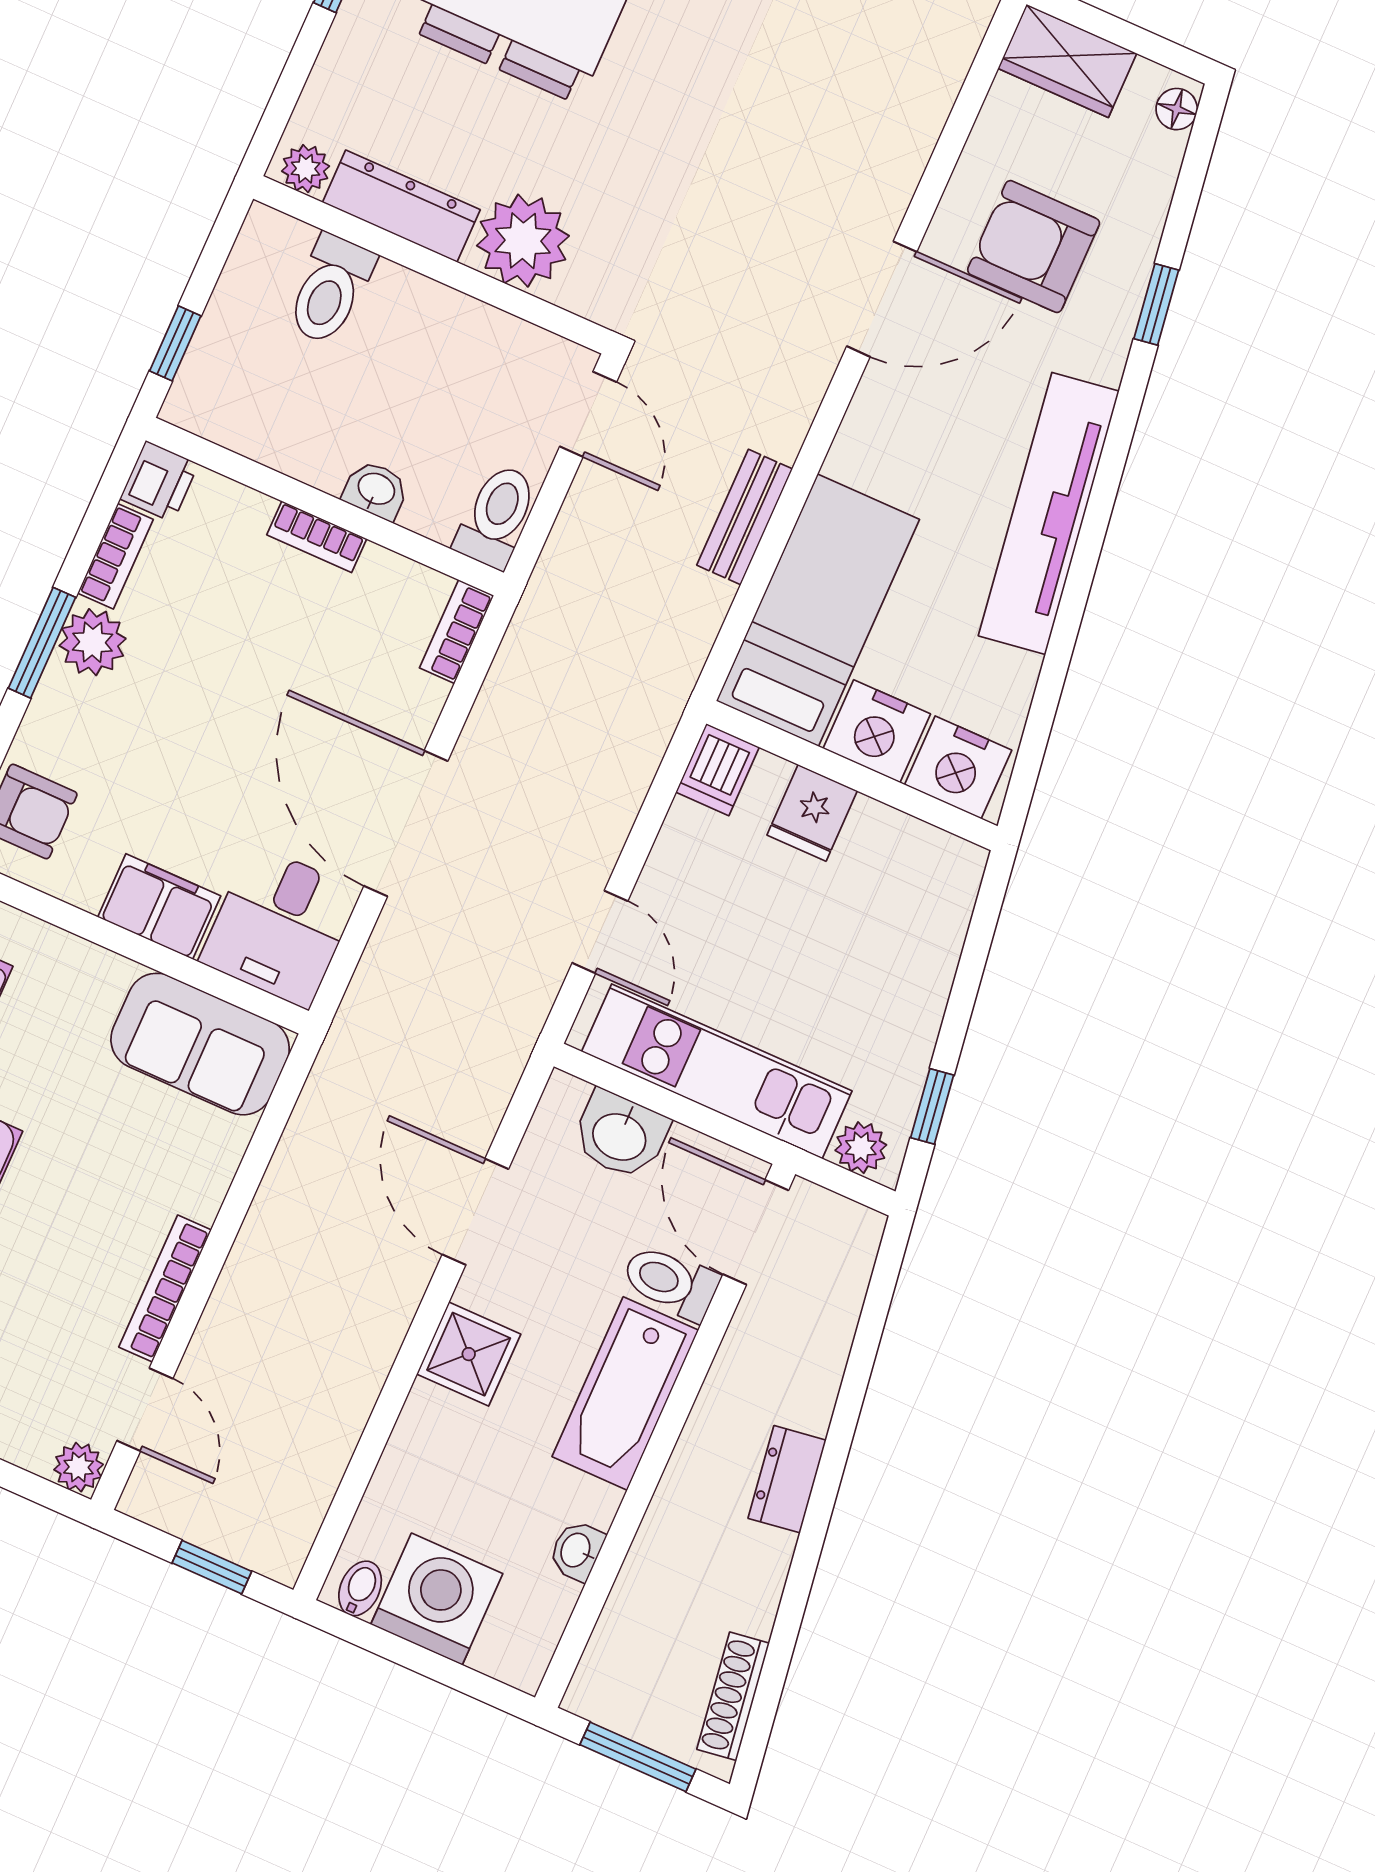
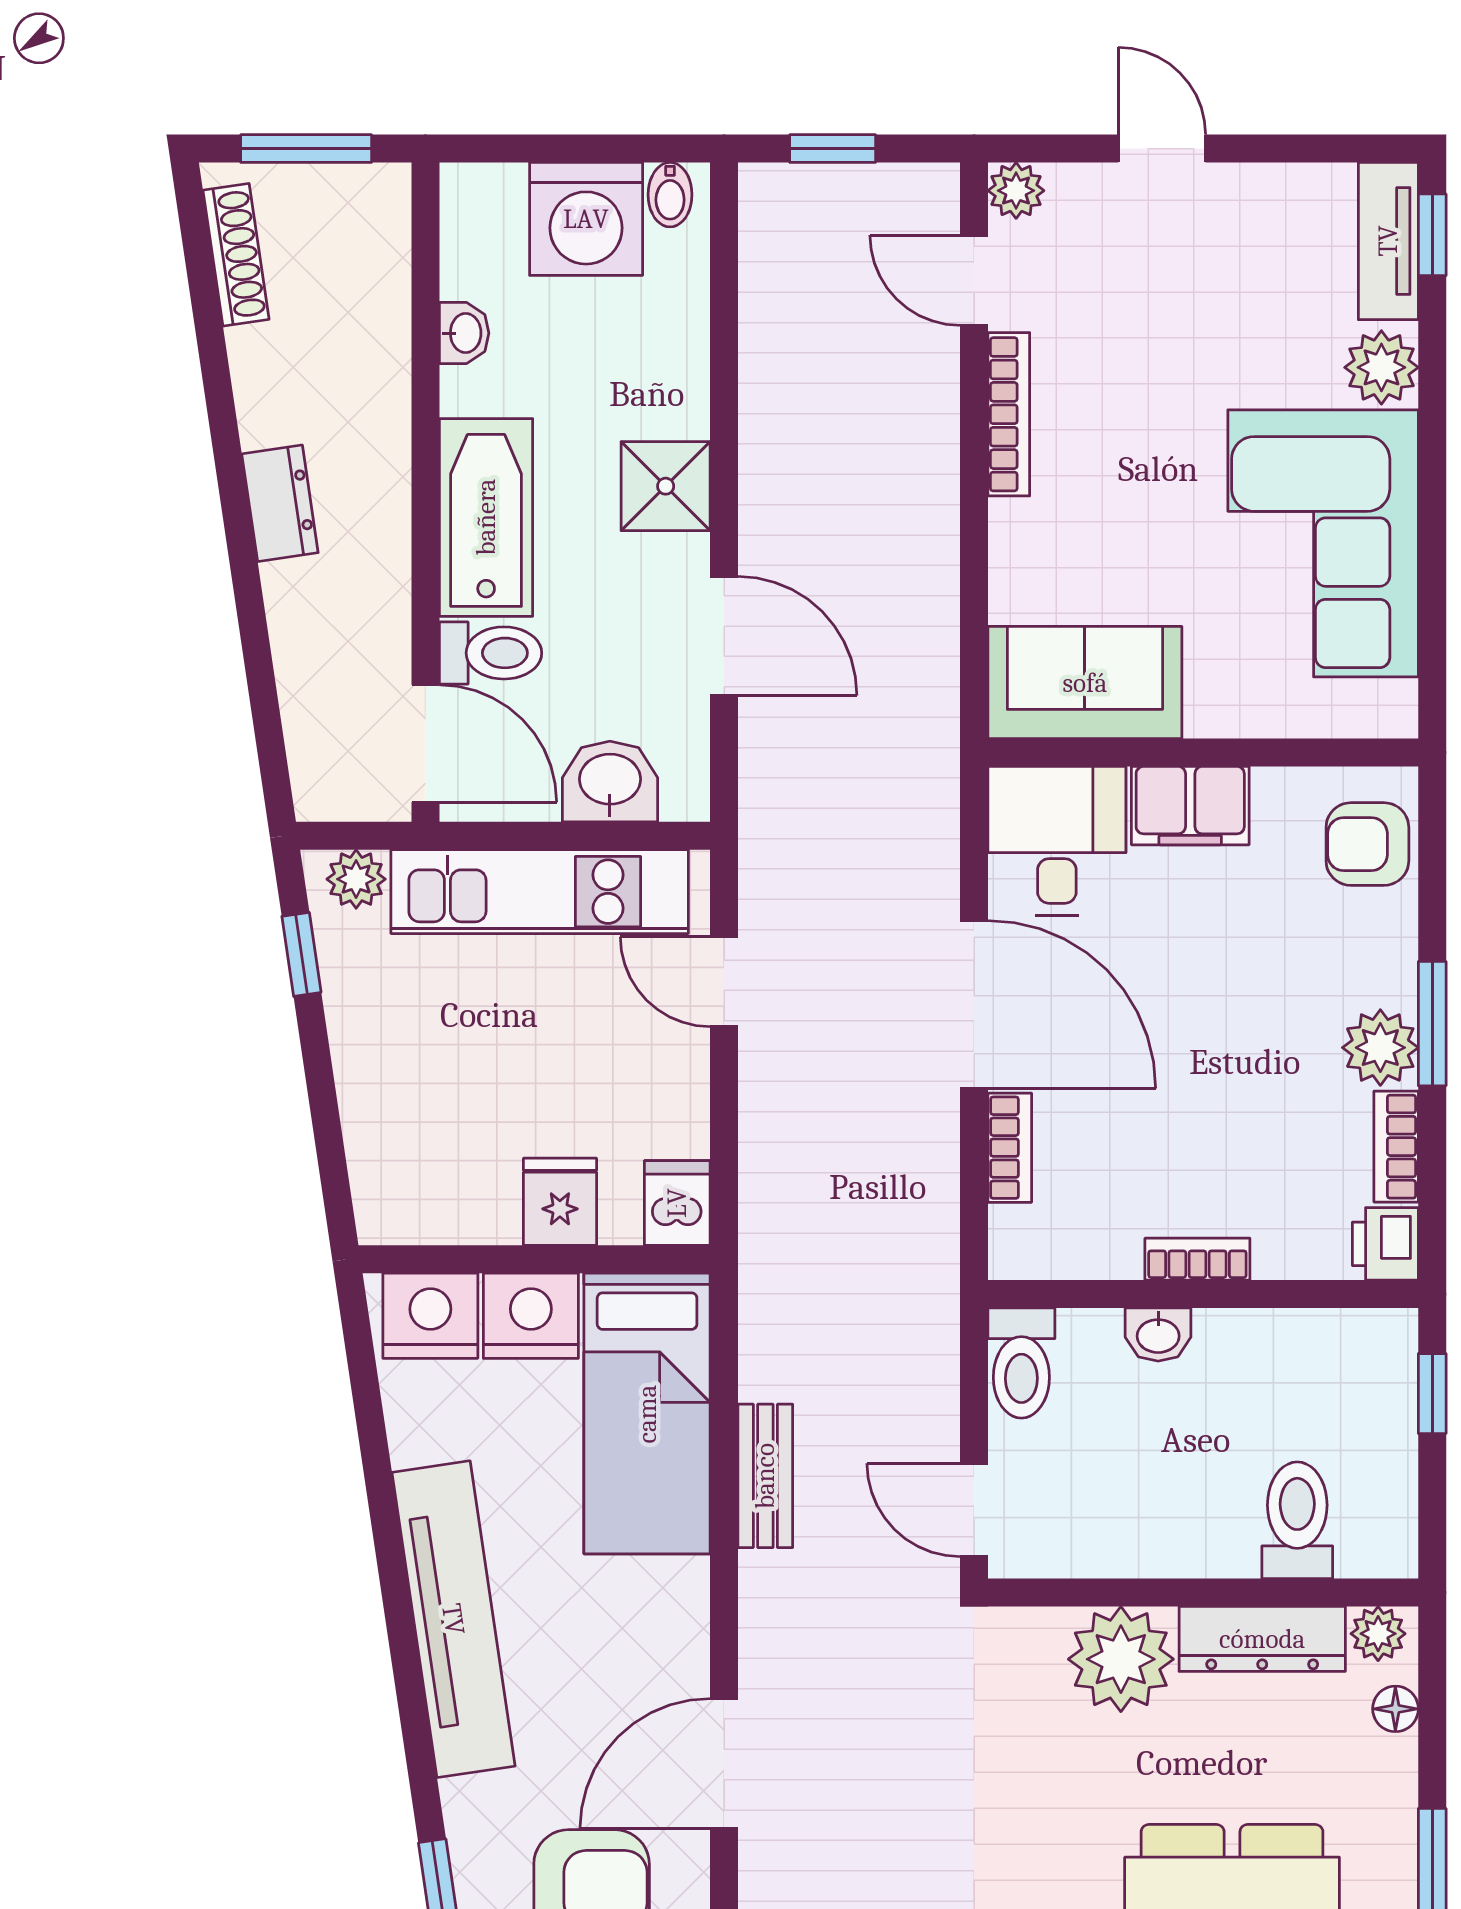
floor lamp: (319, 101) -> (1395, 1709), added
bookcase: (457, 632) -> (1010, 1148), moved

